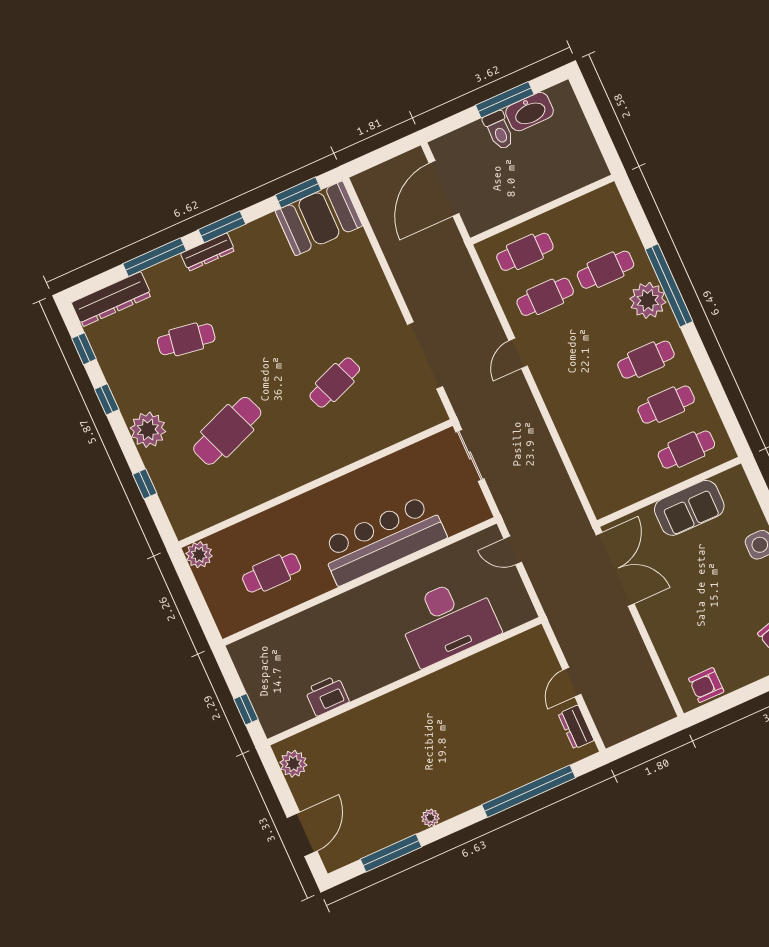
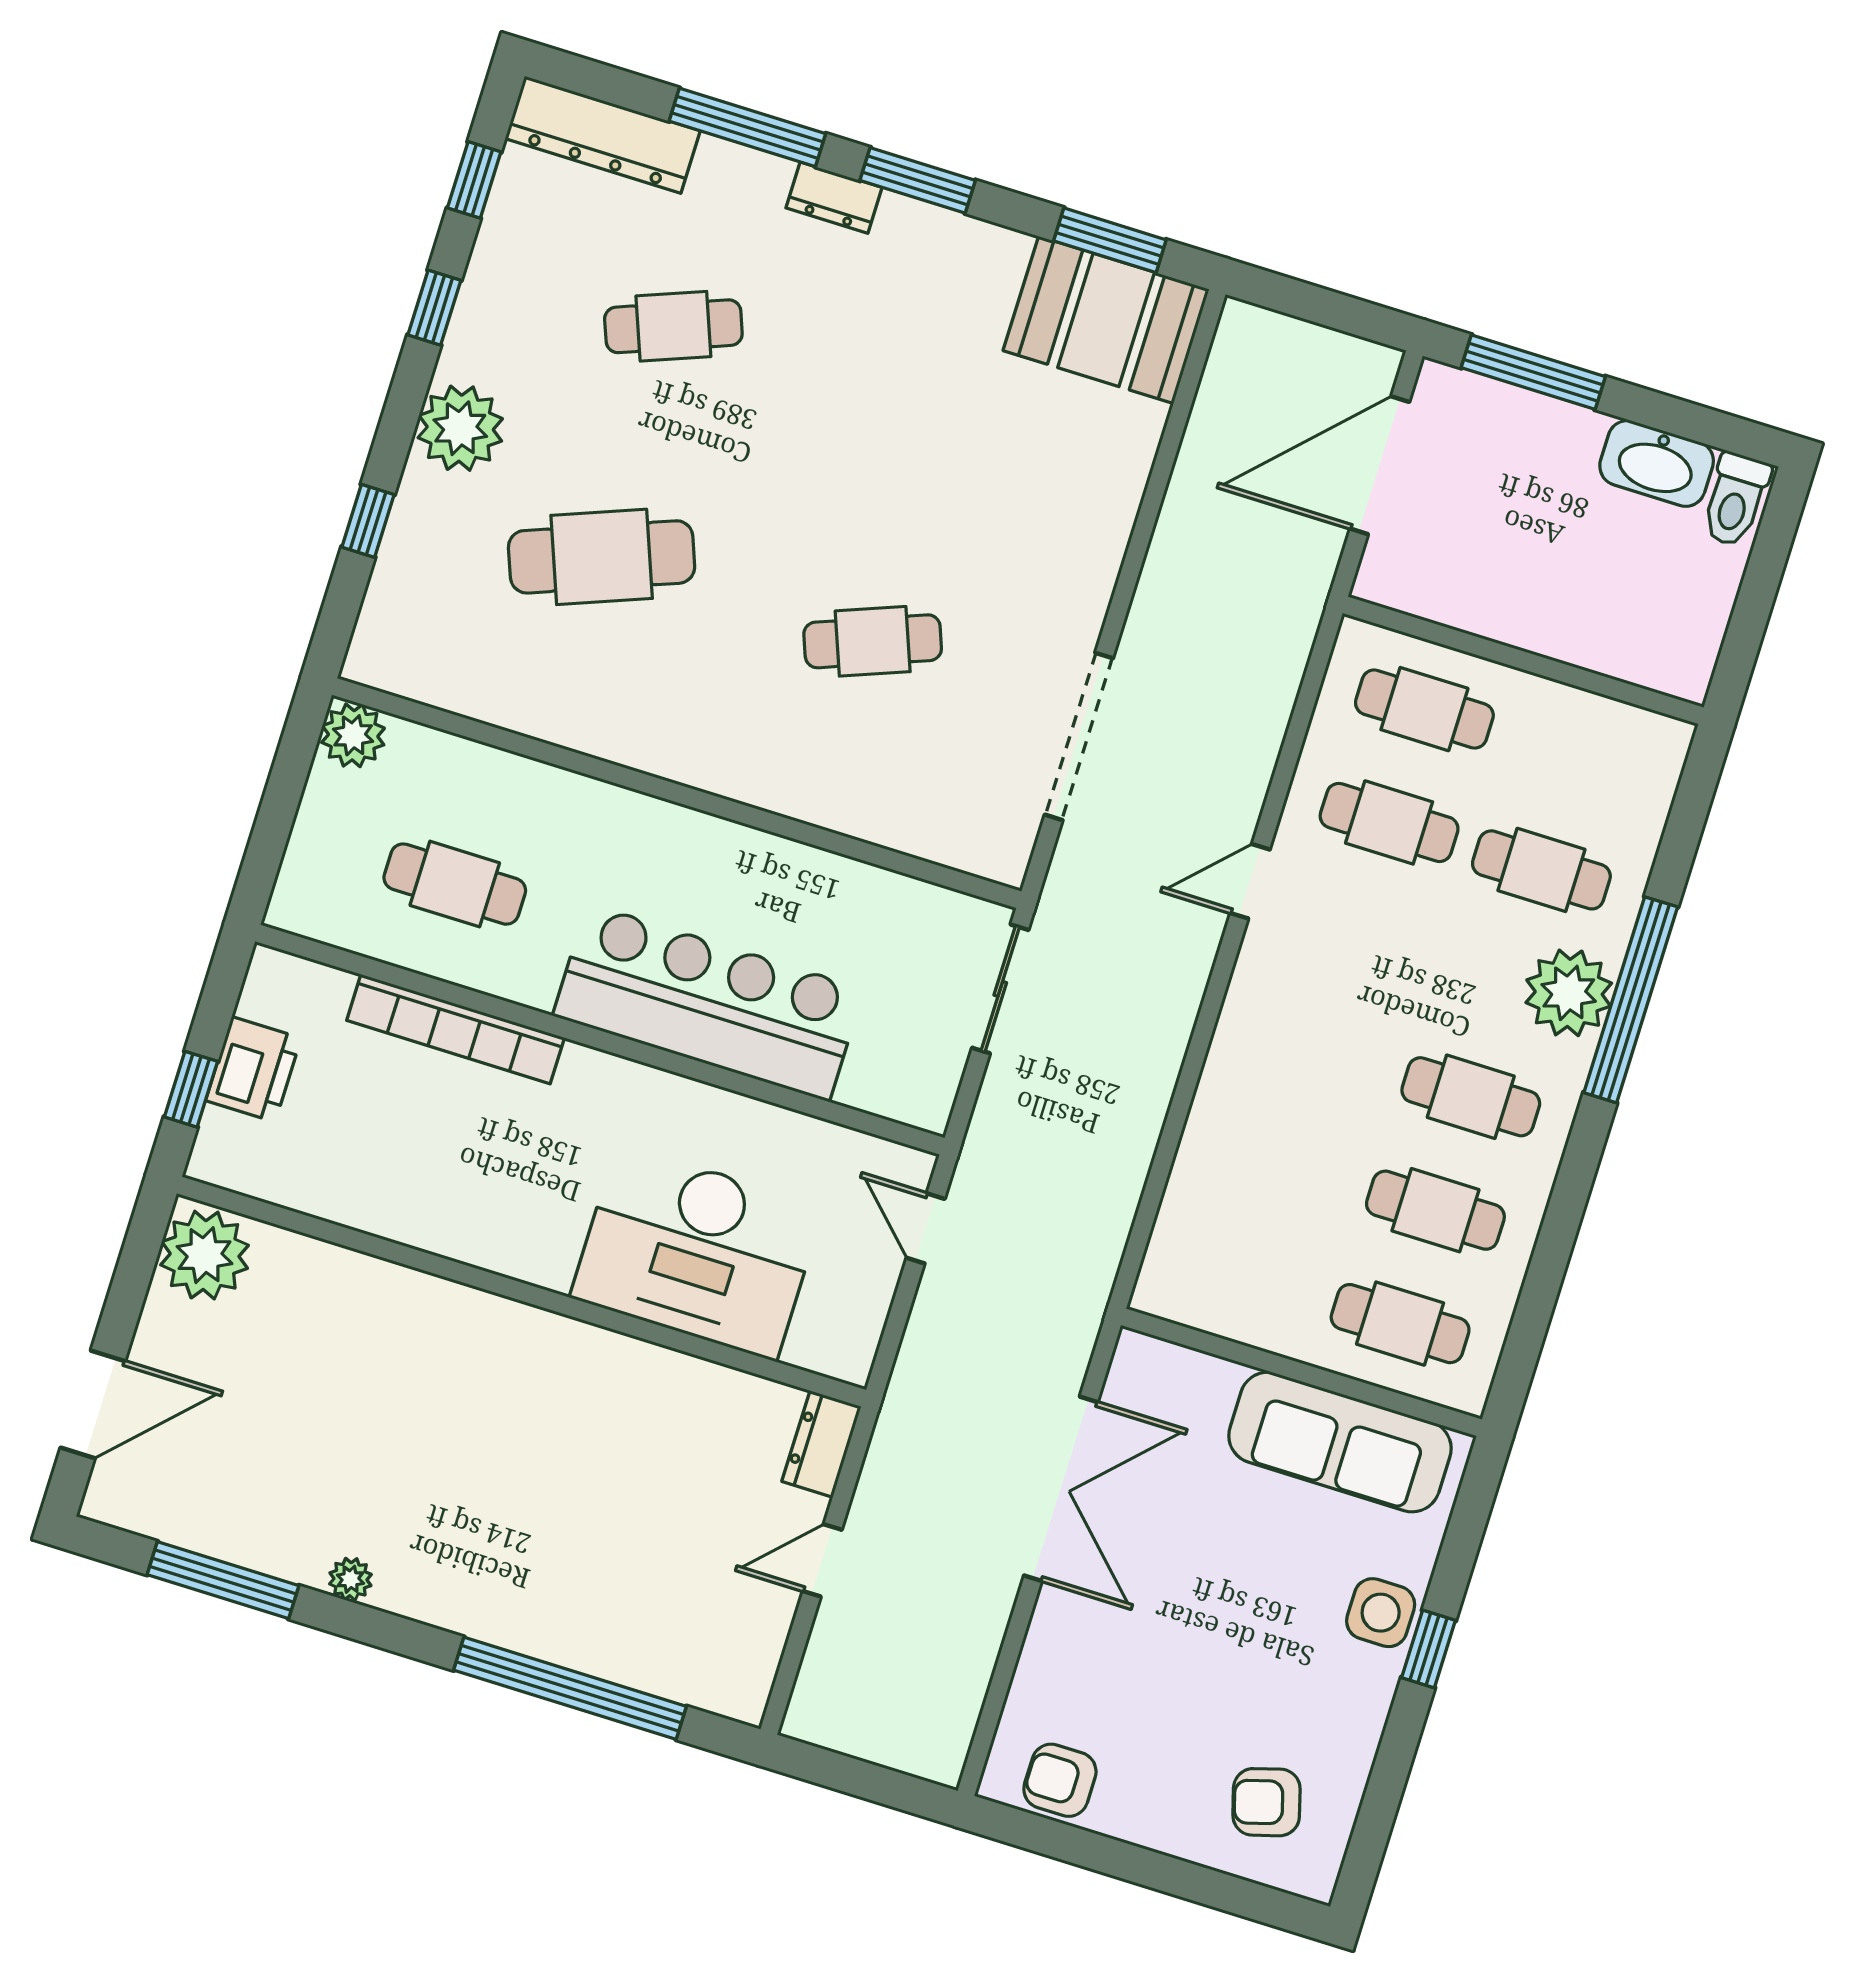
window: (505, 100) -> (1533, 372), moved
toilet: (499, 130) -> (1735, 500), moved
dresser: (208, 252) -> (834, 198), width x0.70
cafe table: (186, 339) -> (673, 326), turned -30
sofa: (689, 508) -> (1340, 1442), width x1.36
double door: (615, 569) -> (1061, 1489), moved
bookcase: (312, 618) -> (456, 1029), added
printer: (327, 696) -> (253, 1069), moved, turned 90
dresser: (576, 727) -> (821, 1444), moved
plant: (293, 764) -> (205, 1255), width x1.36, depth x1.36

